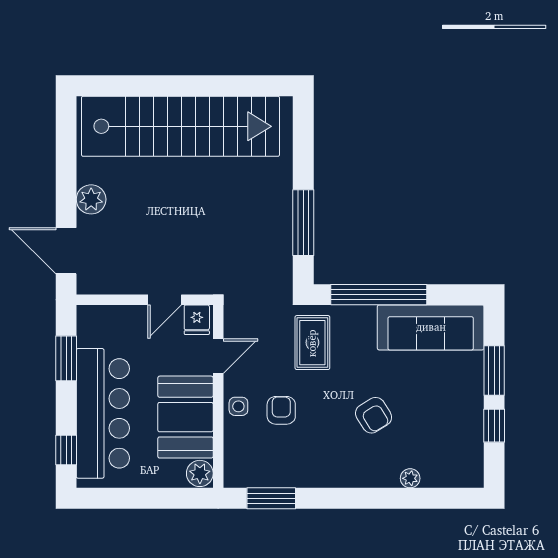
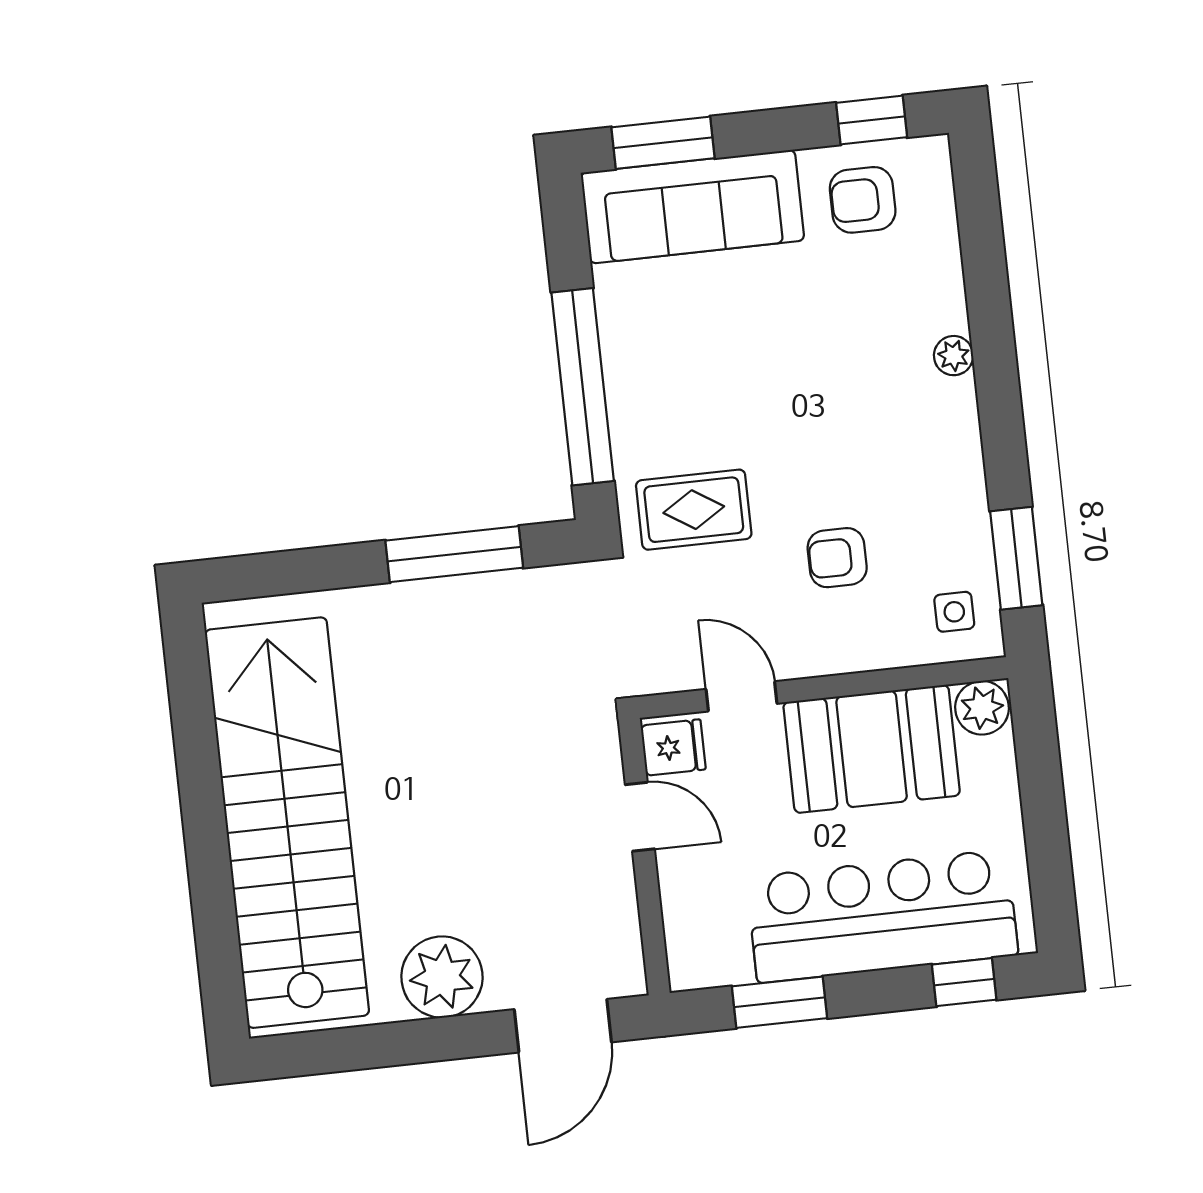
plant: (91, 199) -> (442, 977), width x1.36, depth x1.36
sofa: (431, 327) -> (692, 207), moved, turned 90
window: (494, 371) -> (663, 143), moved
side table: (238, 406) -> (954, 612), moved
armchair: (374, 415) -> (863, 200), moved, turned -148
window: (494, 426) -> (872, 120), moved
plant: (410, 478) -> (954, 356), moved

